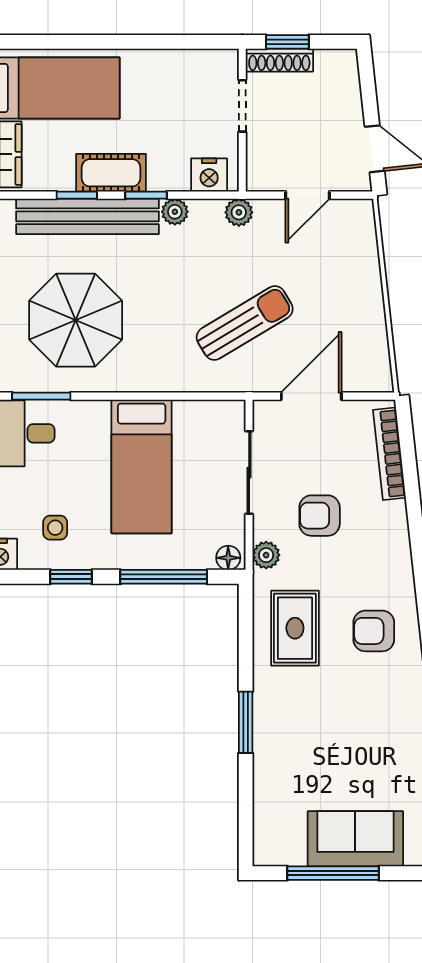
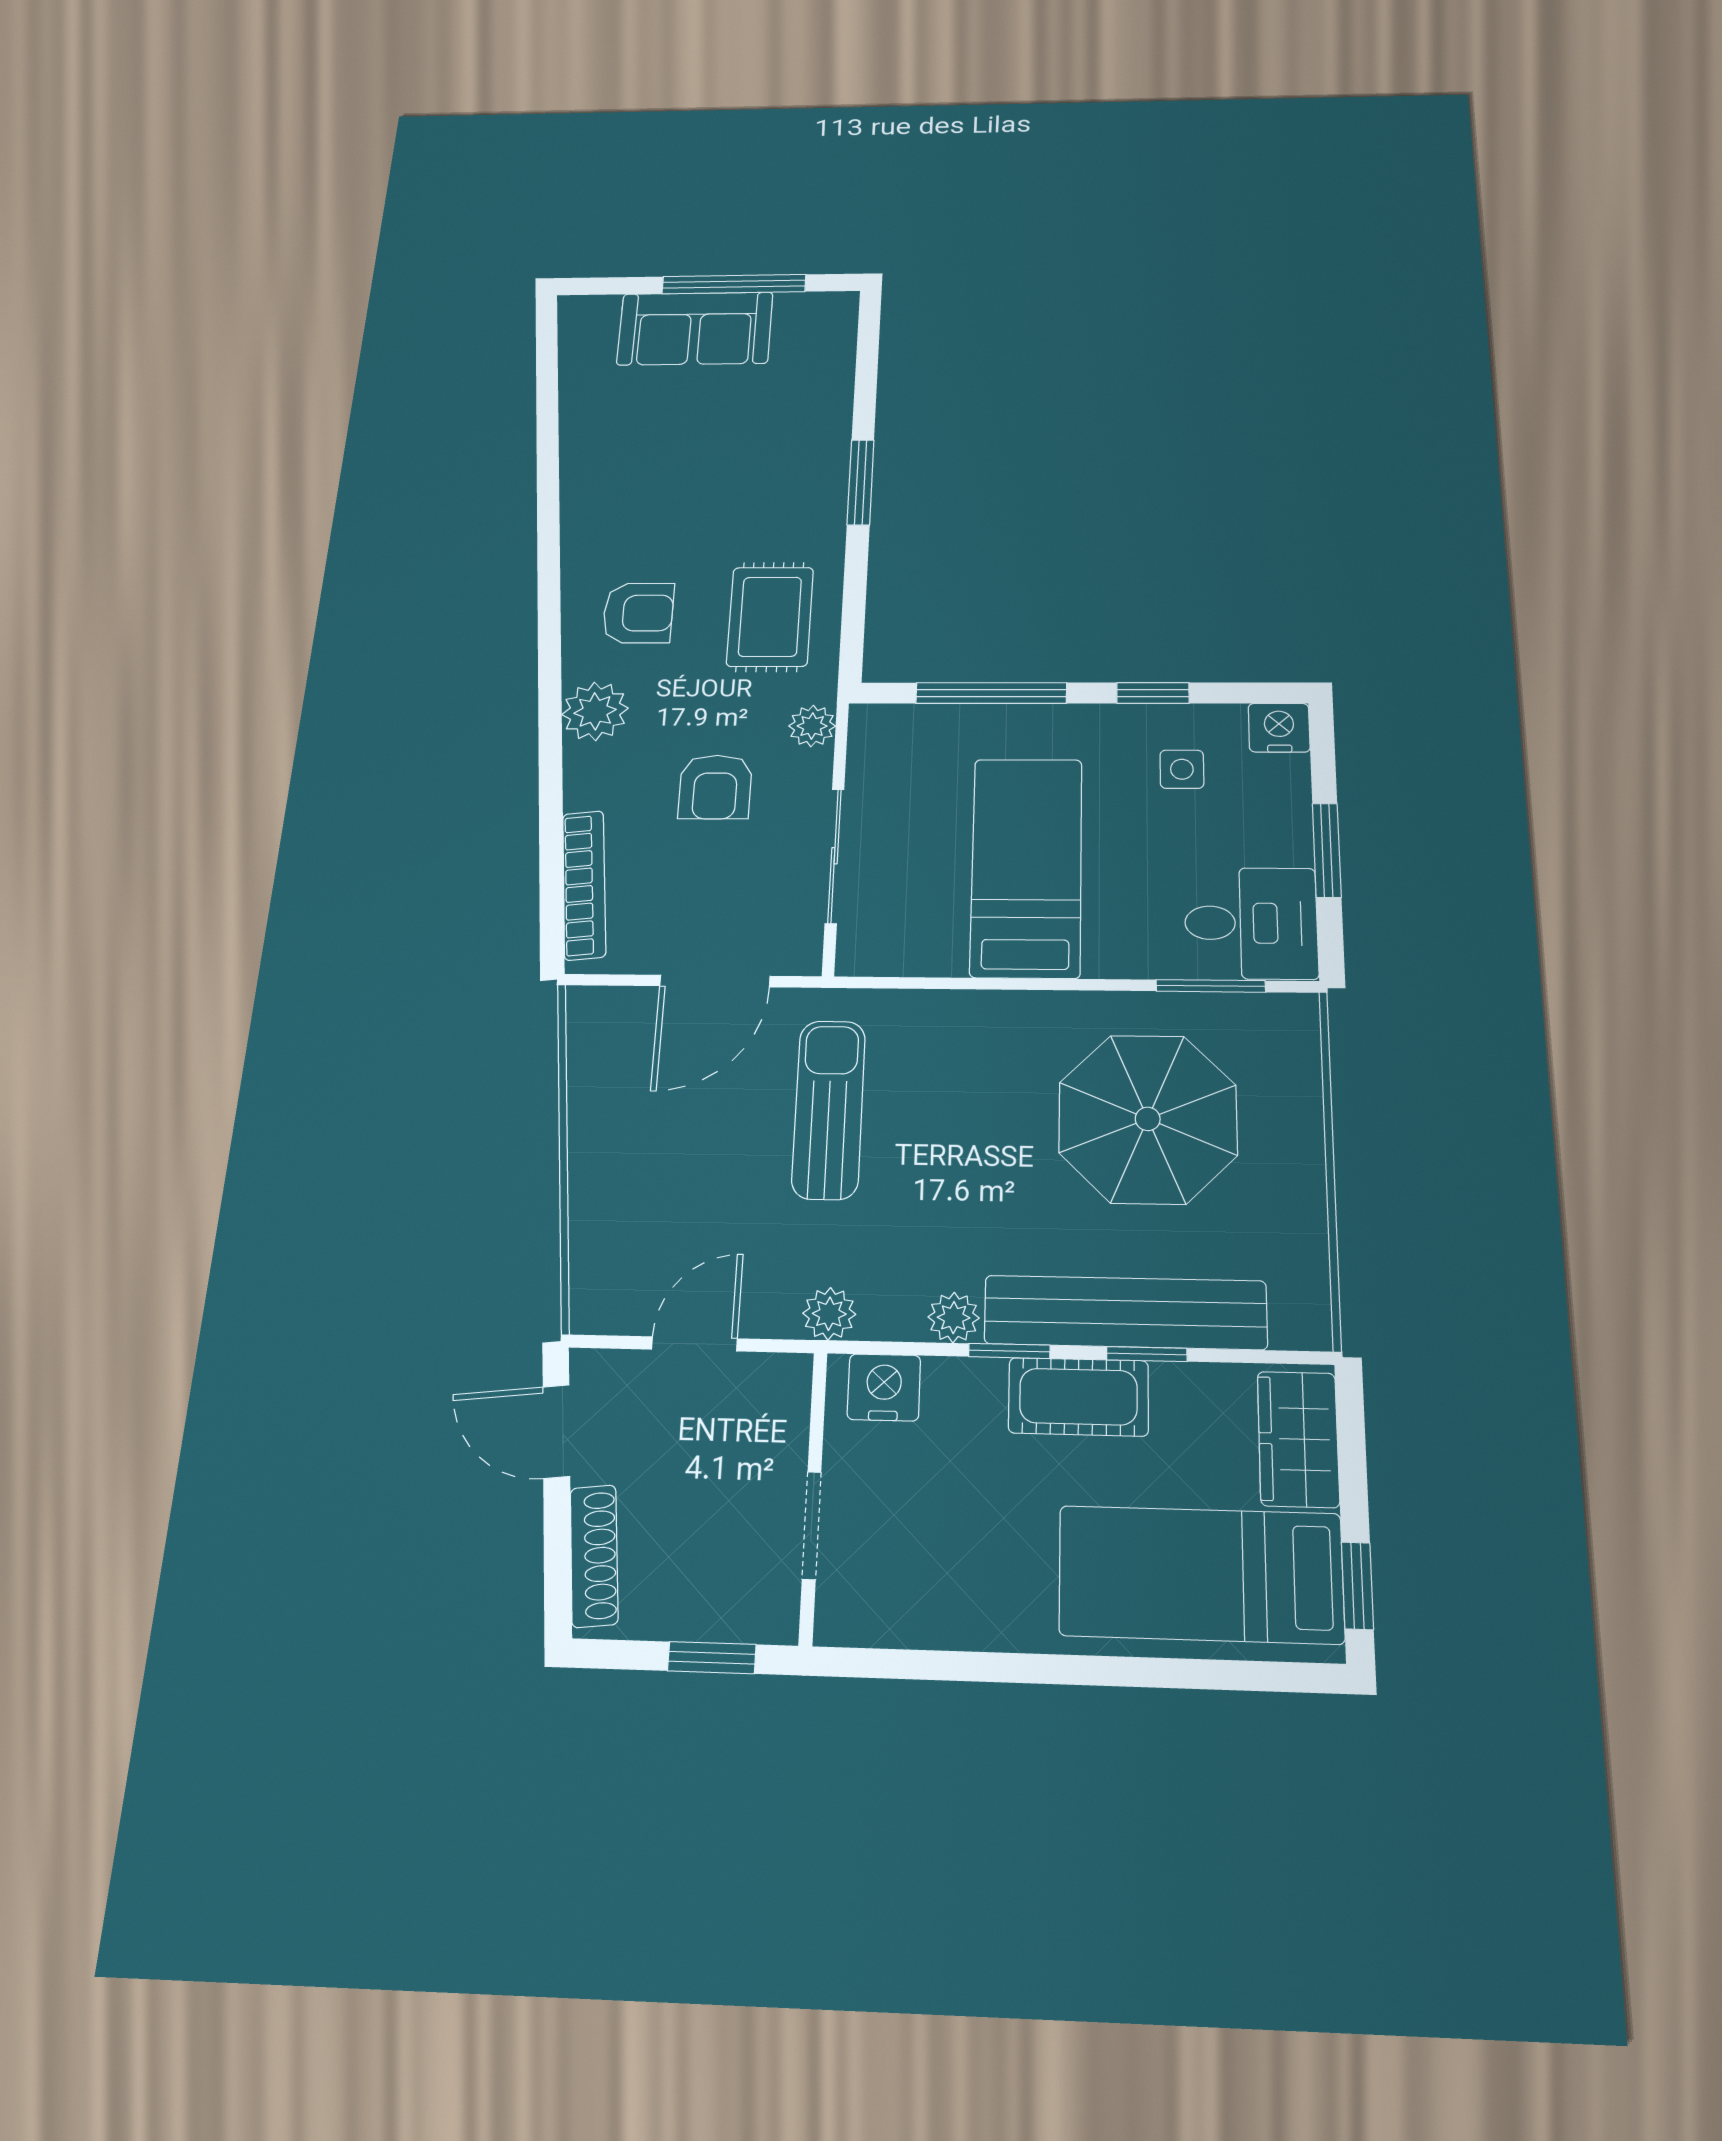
shoe rack: (279, 60) -> (594, 1556), moved, turned 84
sun lounger: (245, 323) -> (829, 1109), turned 121
armchair: (320, 516) -> (715, 787), turned 90
floor lamp: (228, 558) -> (878, 722), removed
plant: (394, 565) -> (595, 711), added

